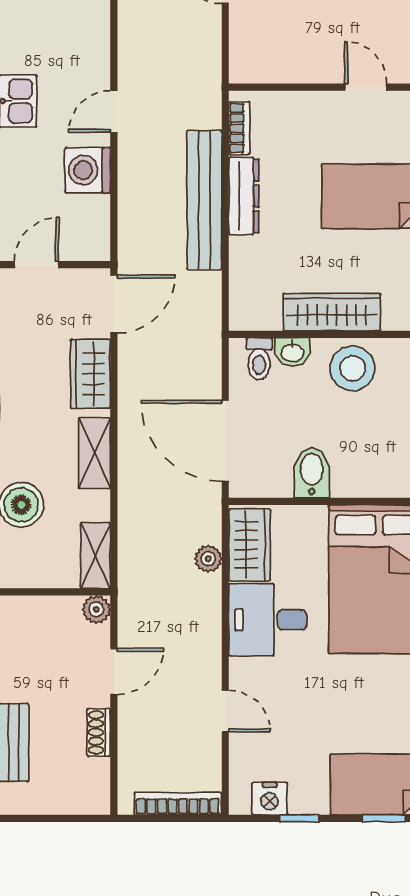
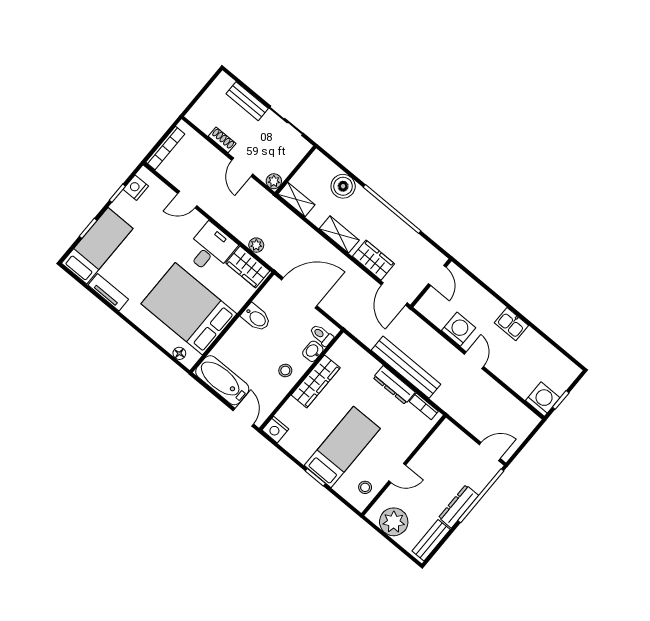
stool: (353, 368) -> (285, 371), width x0.53, depth x0.53

